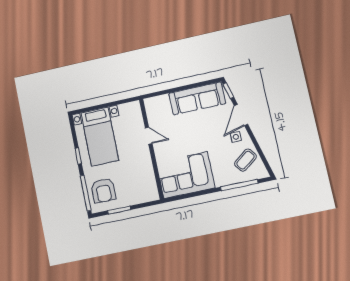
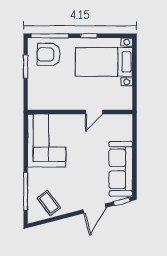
door: (241, 115) -> (95, 208), swing flipped
side table: (236, 137) -> (74, 199), removed

